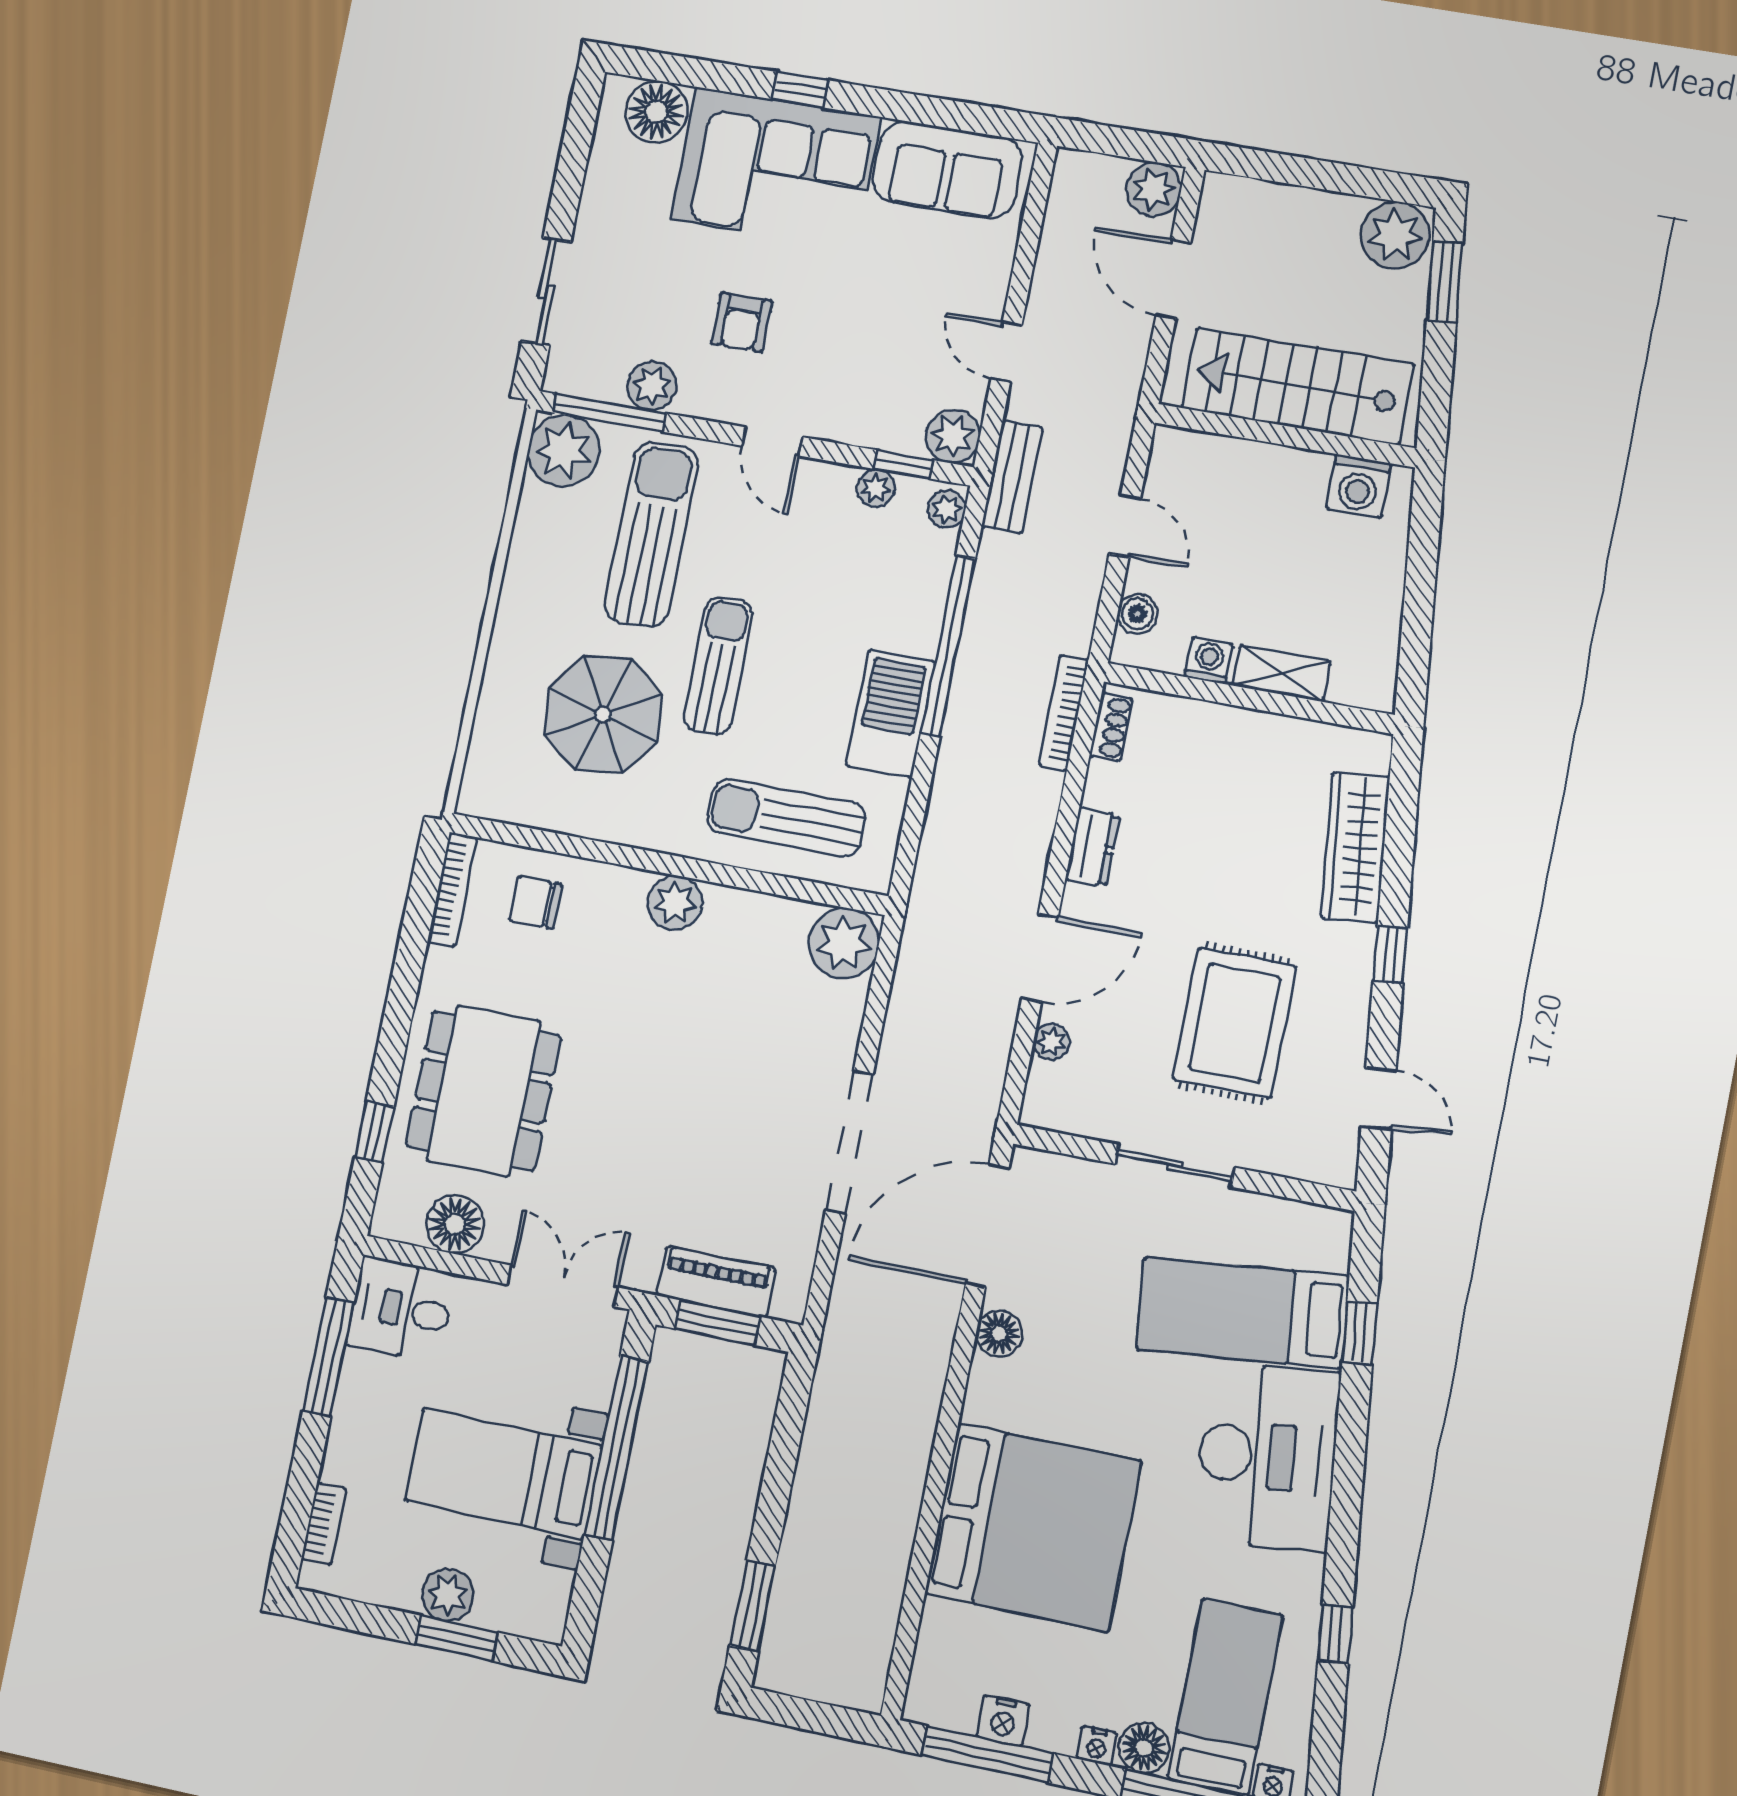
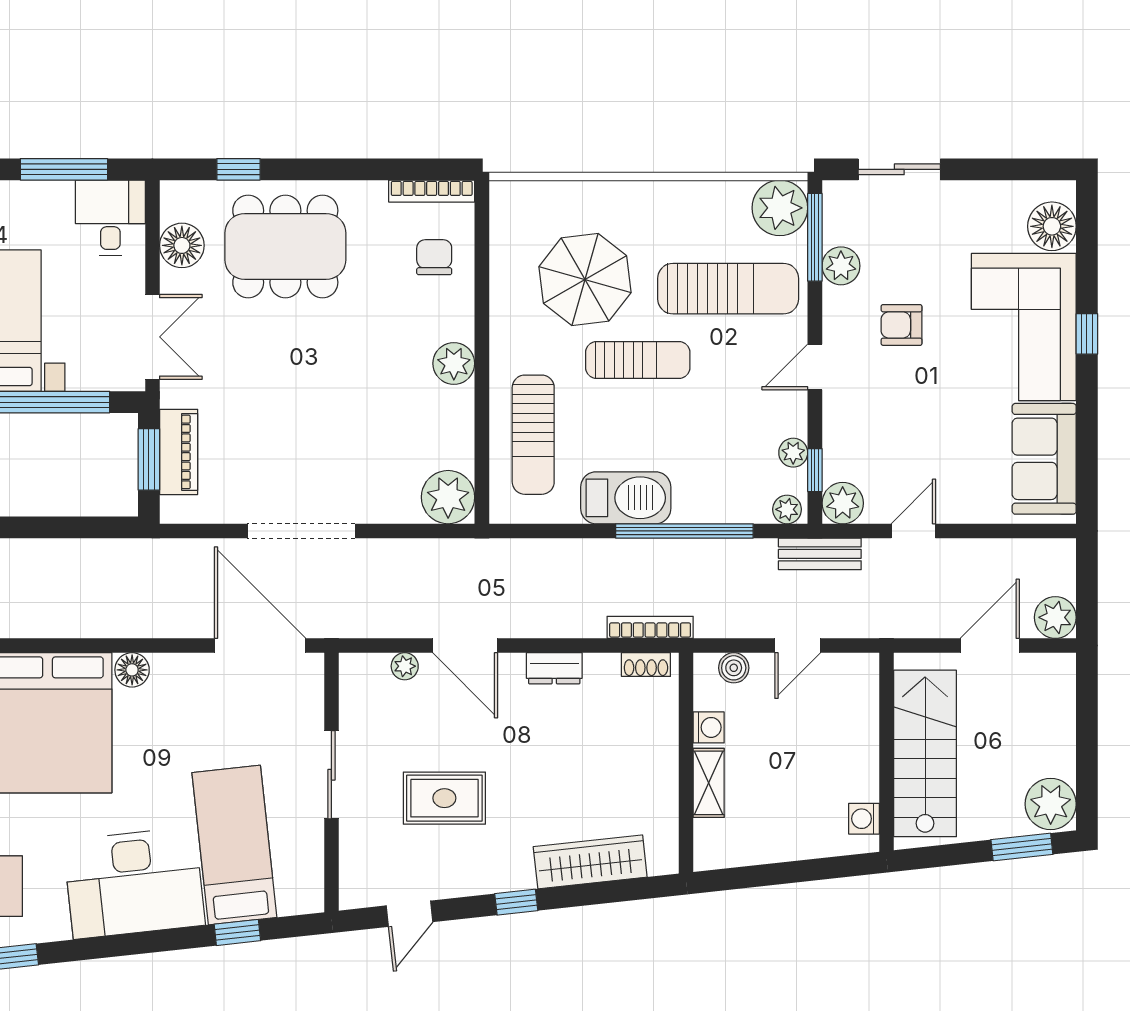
washing machine: (1359, 486) -> (864, 819), width x0.73, depth x0.73
sun lounger: (786, 818) -> (533, 435), turned 180
rug: (1234, 1023) -> (444, 798), width x0.73, depth x0.70
floor lamp: (999, 1333) -> (132, 670), moved

